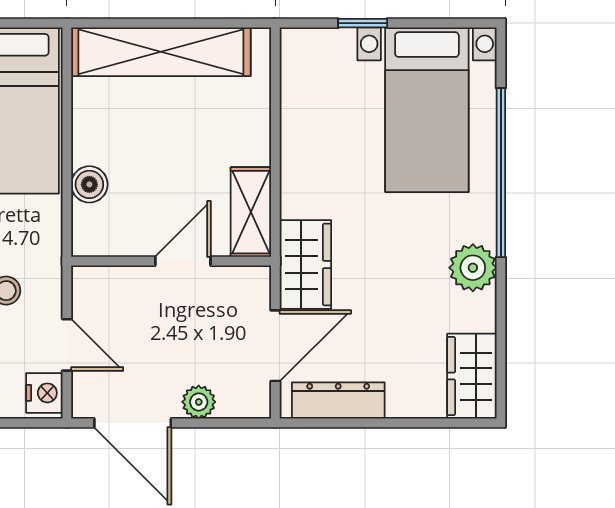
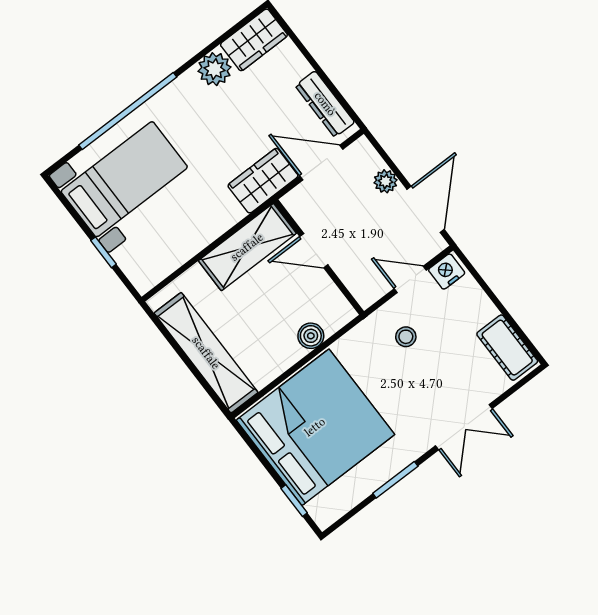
shelving: (251, 212) -> (247, 247), width x1.50, depth x1.33
plant: (473, 268) -> (215, 69), moved
door: (67, 345) -> (410, 279), hinge flipped

